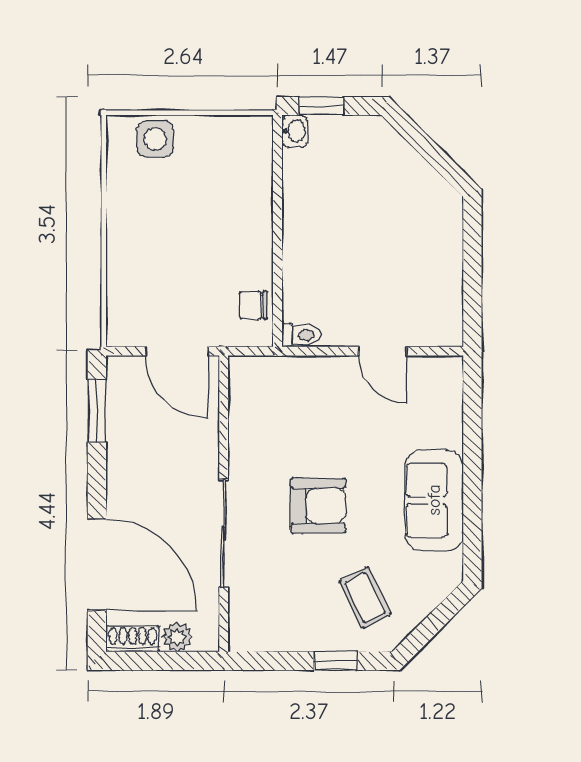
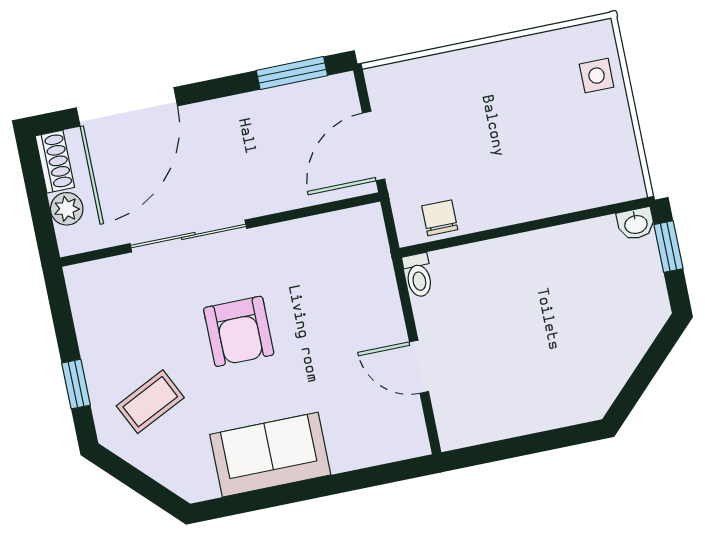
side table: (155, 139) -> (597, 76), width x0.73, depth x0.73
door: (383, 351) -> (419, 367), hinge flipped

